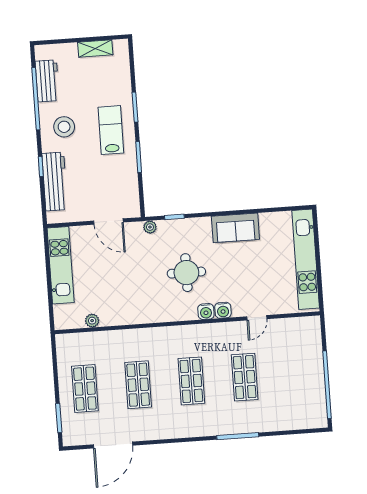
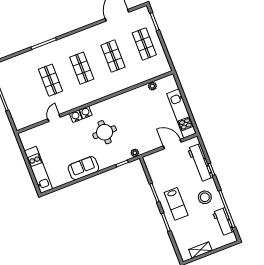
door: (108, 222) -> (172, 144), moved
kitchen unit: (306, 259) -> (38, 170), width x0.73

